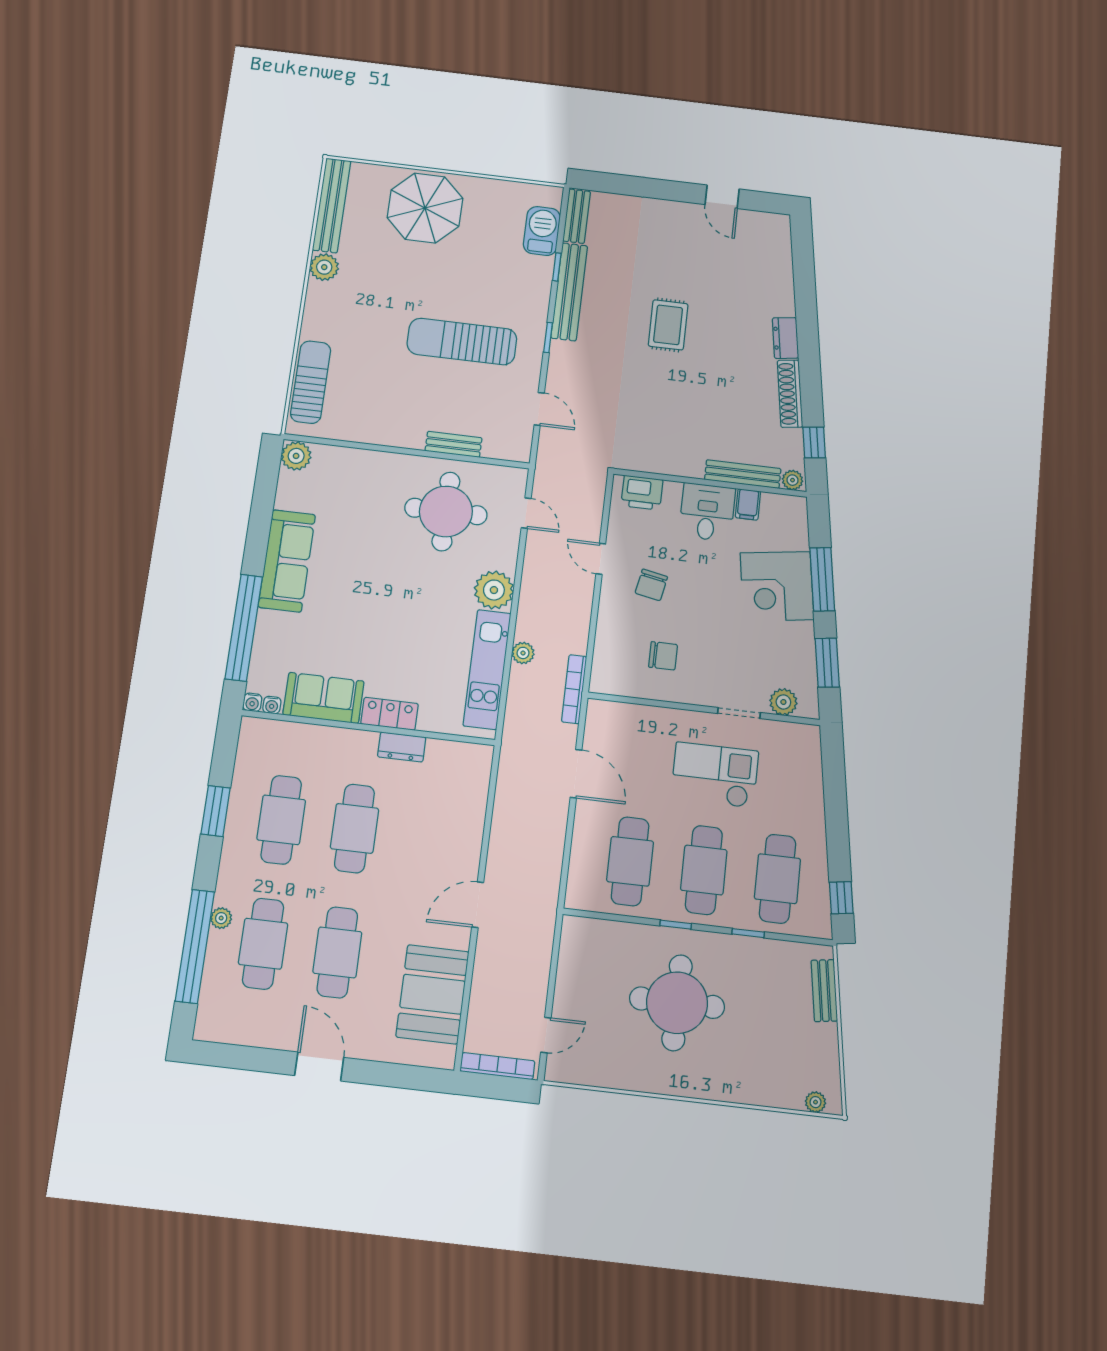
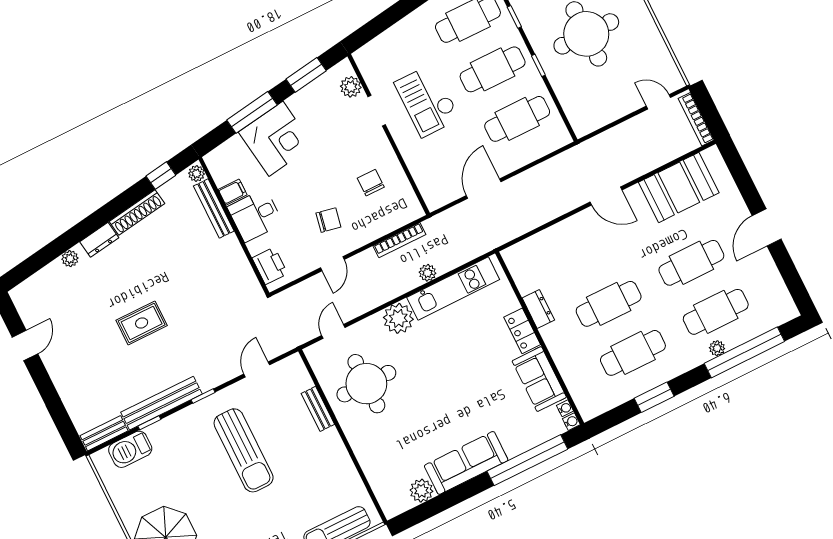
plant: (785, 297) -> (70, 259), added
plant: (296, 456) -> (421, 491), moved
bookcase: (574, 689) -> (399, 240), moved

